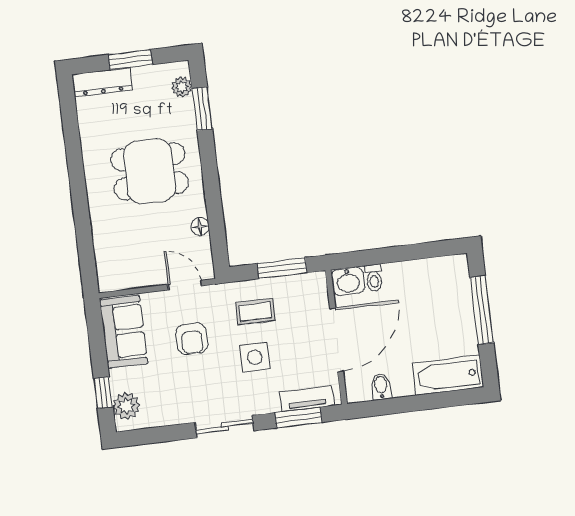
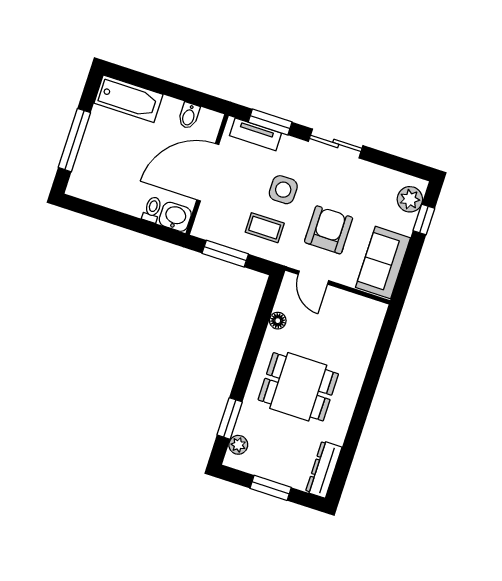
dresser: (102, 82) -> (324, 469), moved, turned -90
armchair: (192, 339) -> (329, 230), width x1.38, depth x1.38

